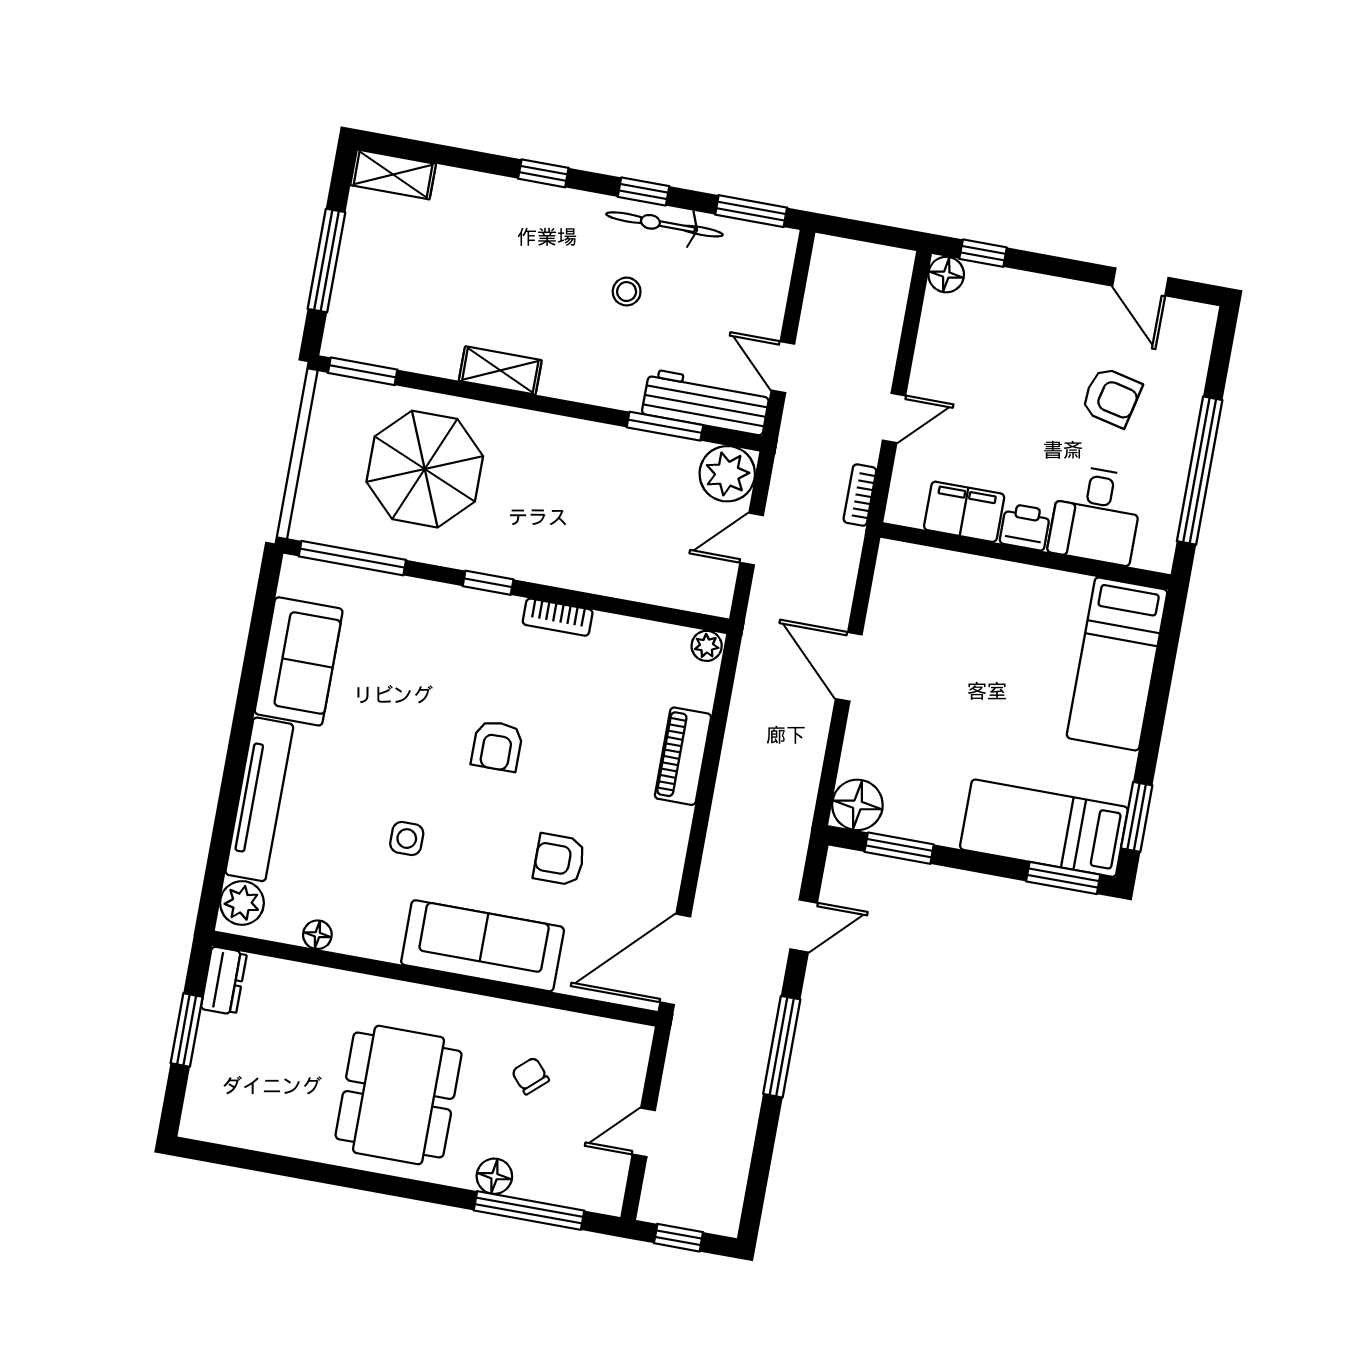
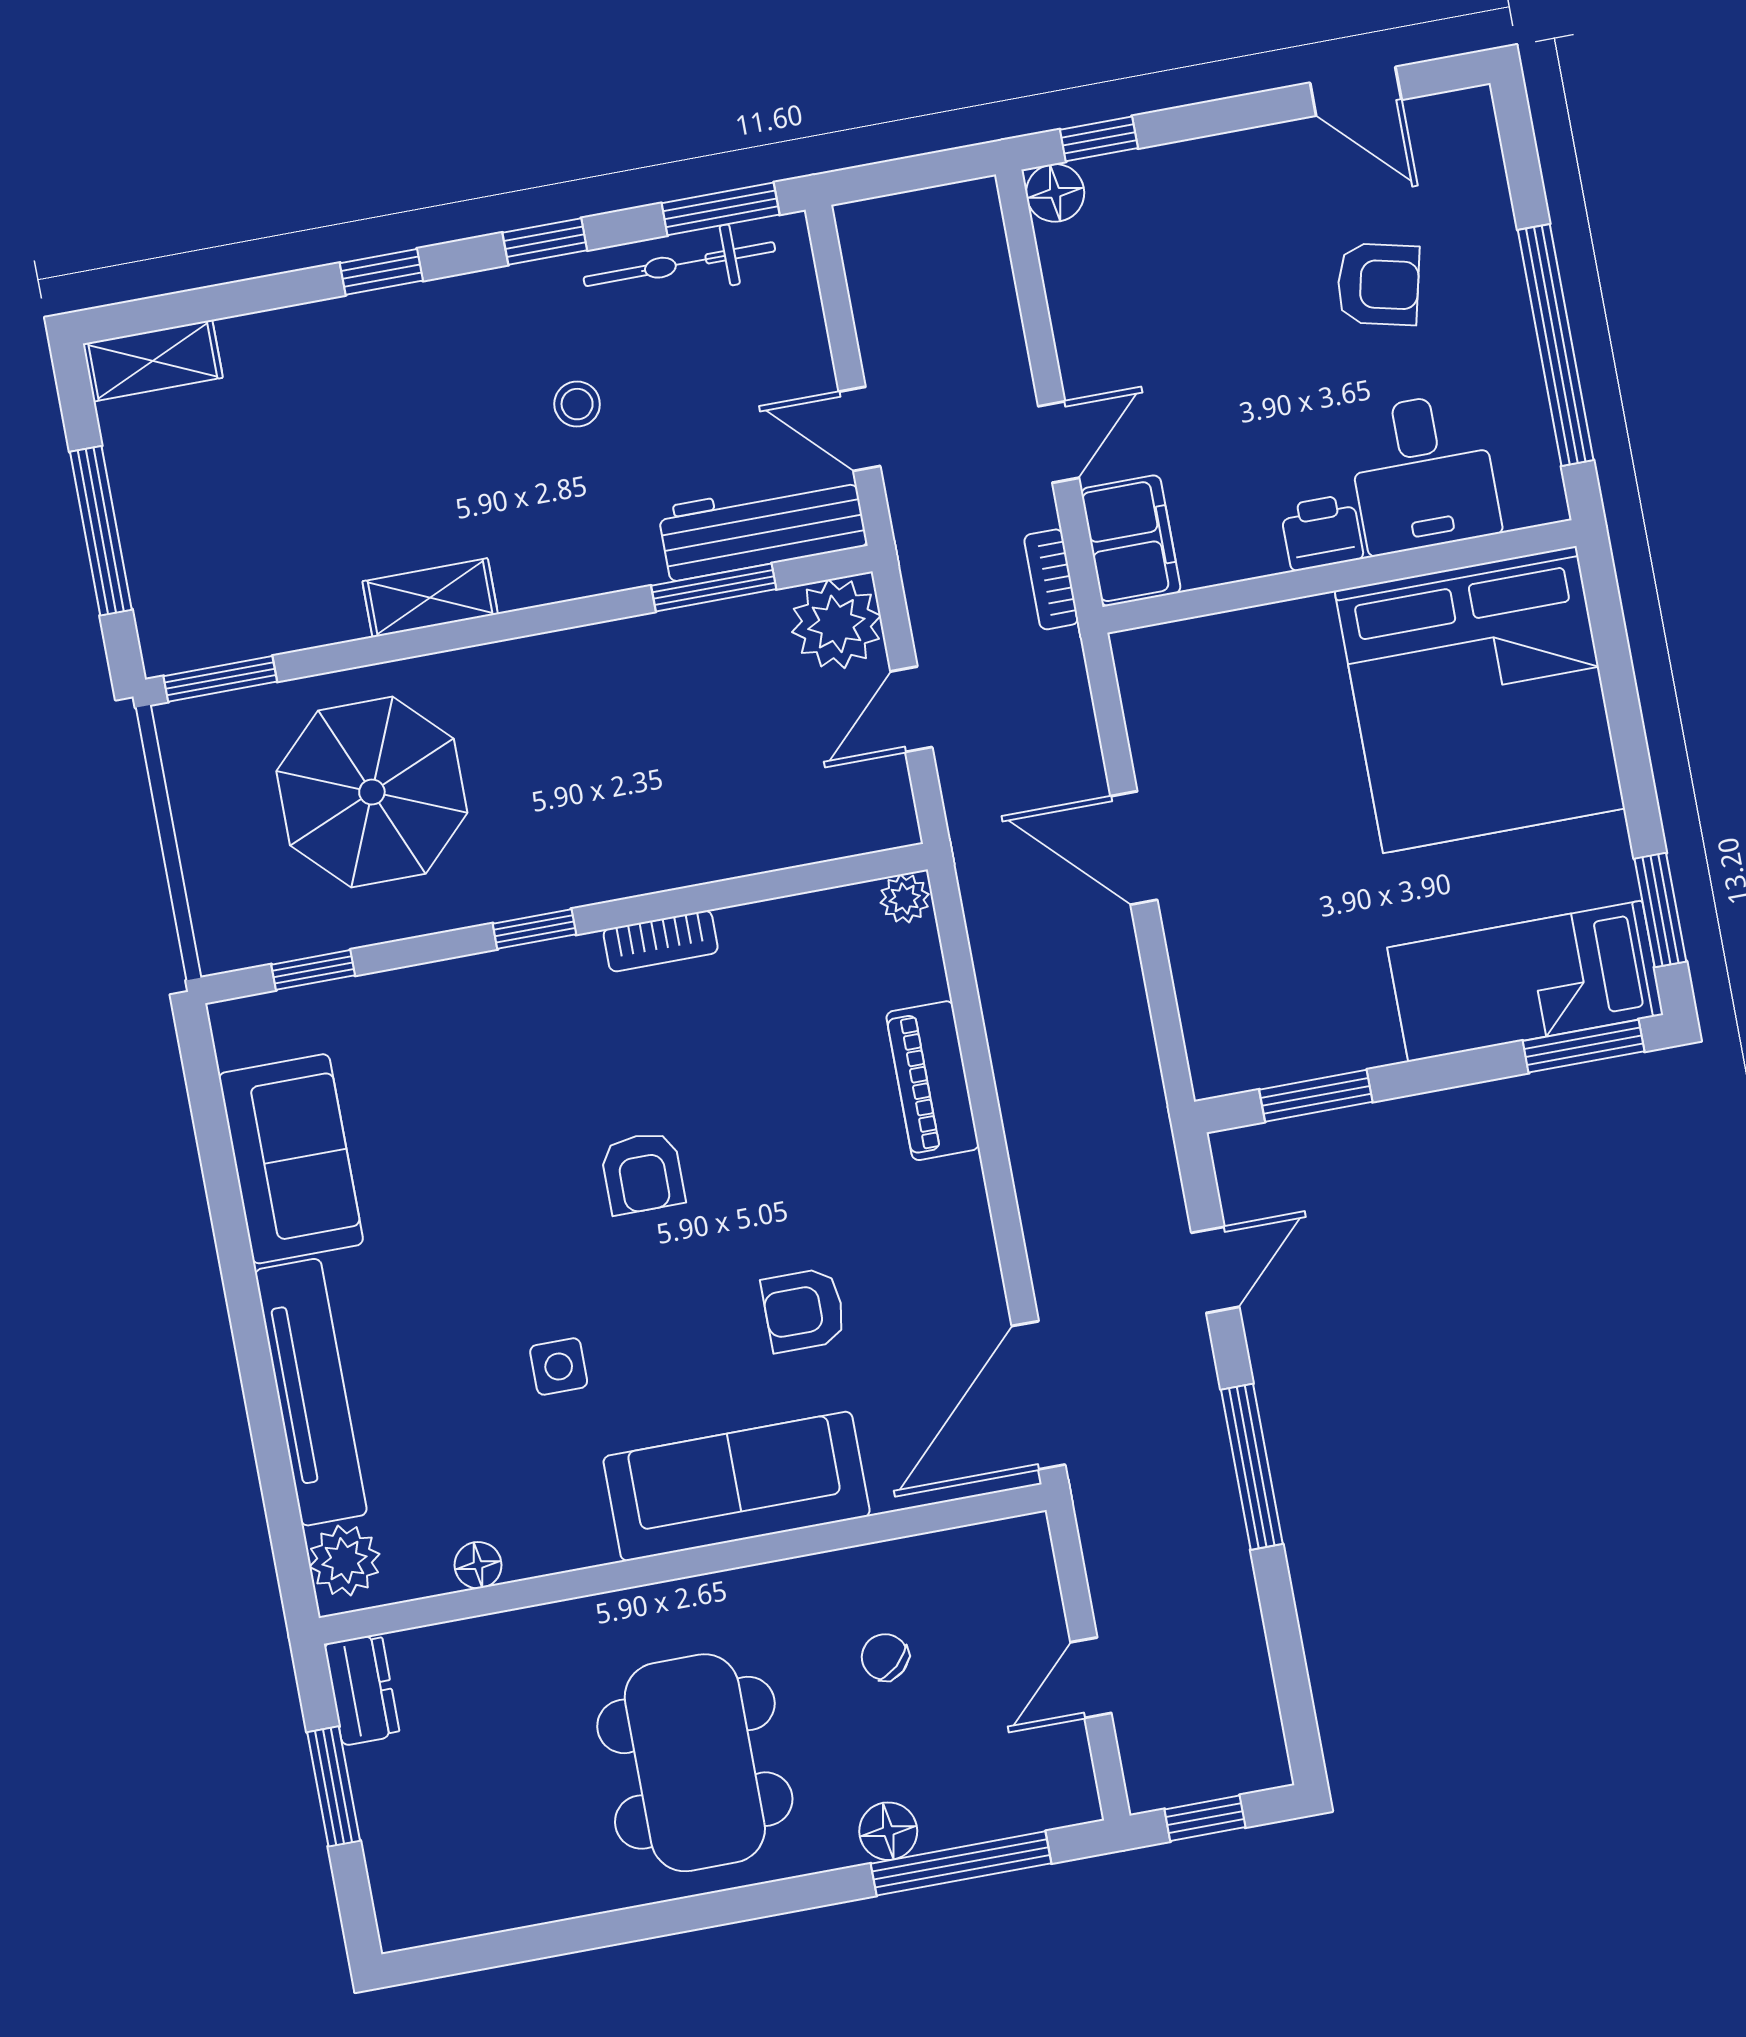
bicycle: (664, 224) -> (679, 264), moved
filing cabinet: (964, 512) -> (1131, 541), moved, turned 90
window: (352, 558) -> (313, 970), width x0.46
bed: (1117, 664) -> (1480, 700), width x2.04
floor lamp: (857, 805) -> (1227, 1054), removed

